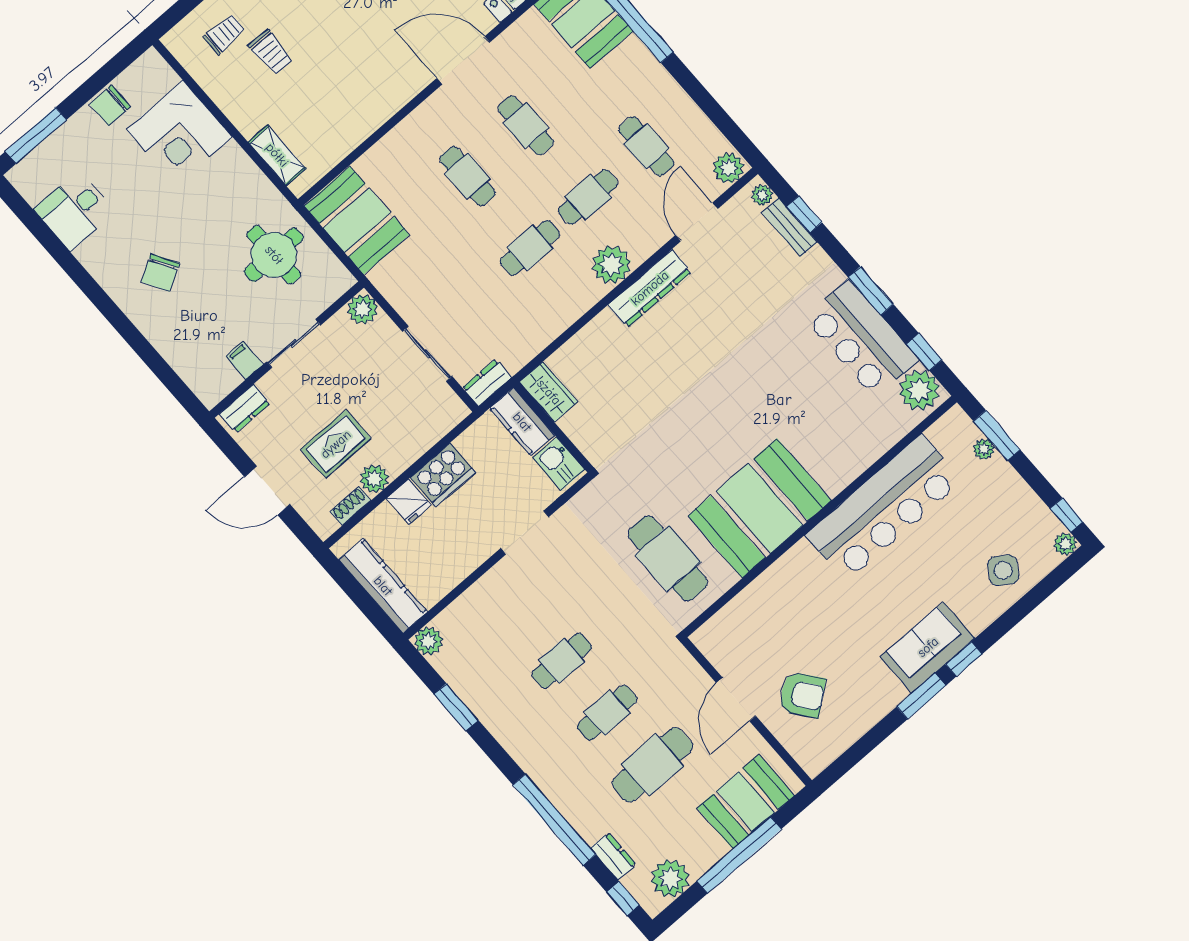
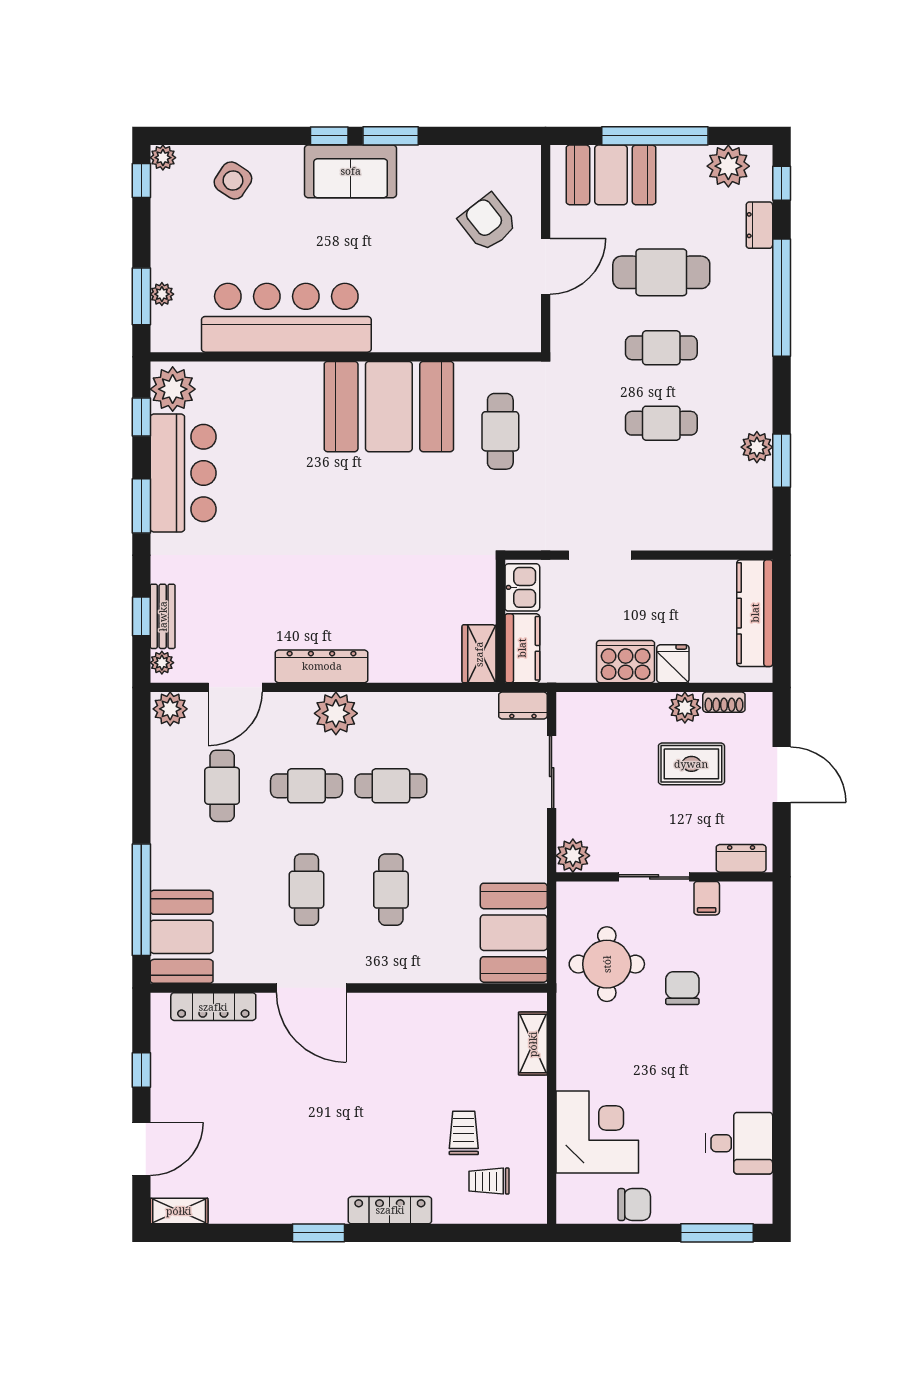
chair: (160, 273) -> (682, 988), moved, turned -60
cafe table: (668, 558) -> (500, 431), width x0.73, depth x0.74
plant: (428, 641) -> (757, 447), moved

